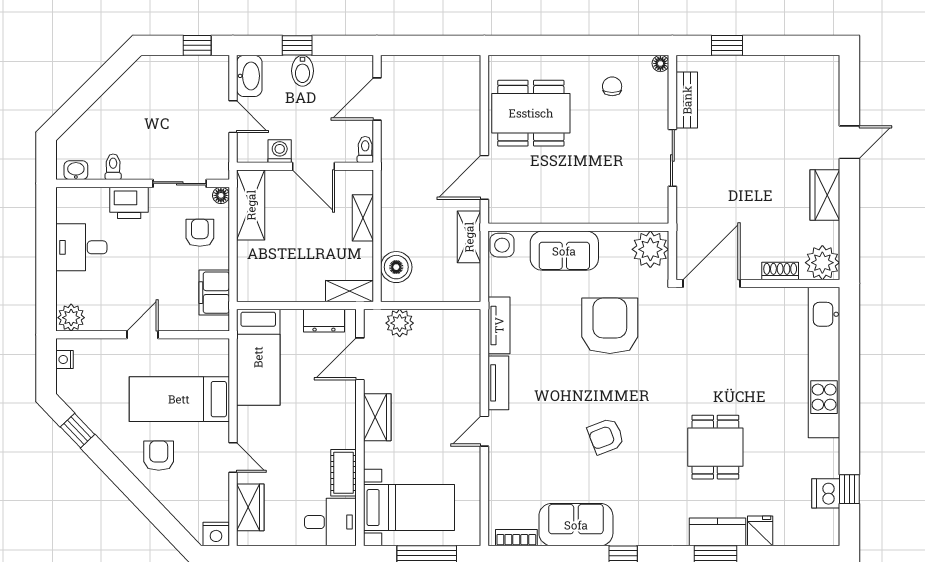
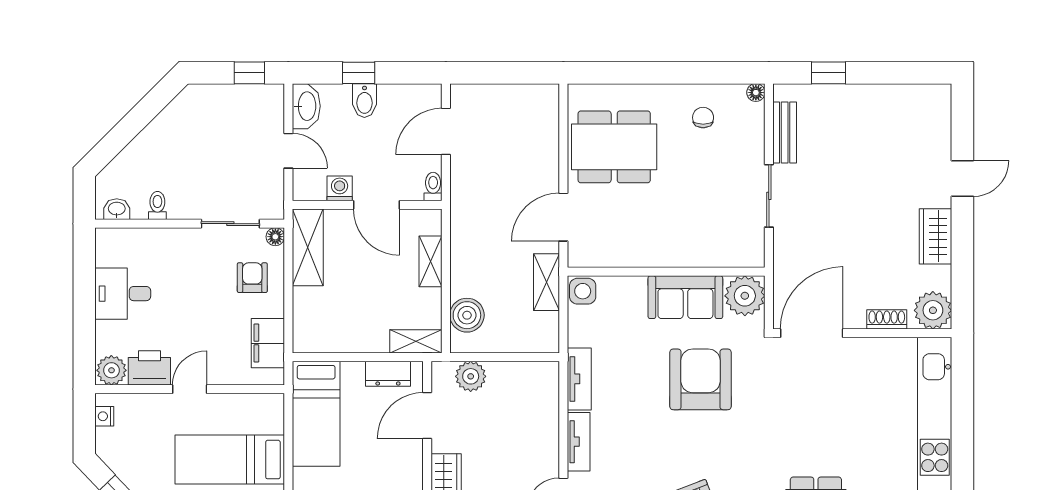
printer: (129, 203) -> (149, 368), moved, turned 180
sofa: (564, 251) -> (685, 297), moved

